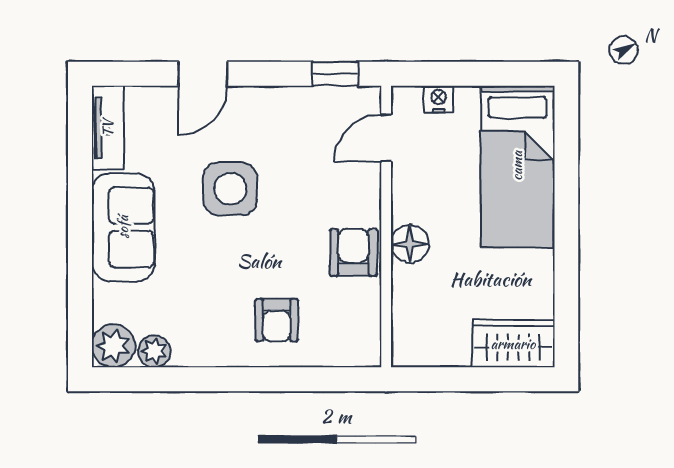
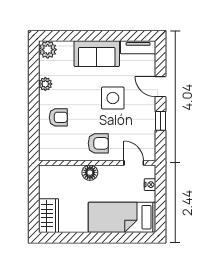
window: (335, 74) -> (160, 121), moved
armchair: (353, 252) -> (98, 143), moved
armchair: (277, 320) -> (58, 117), turned 180
plant: (154, 351) -> (45, 84), moved

